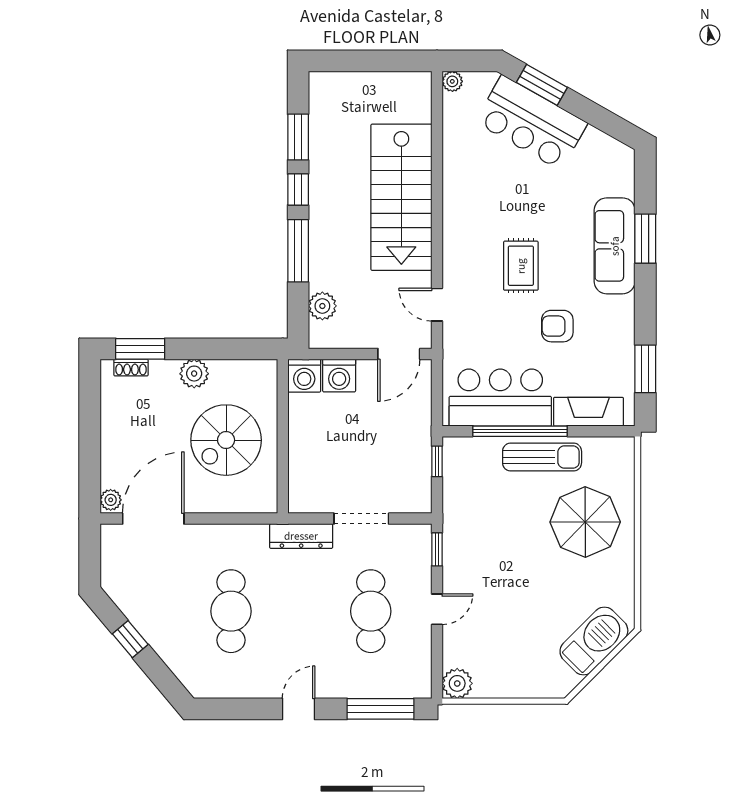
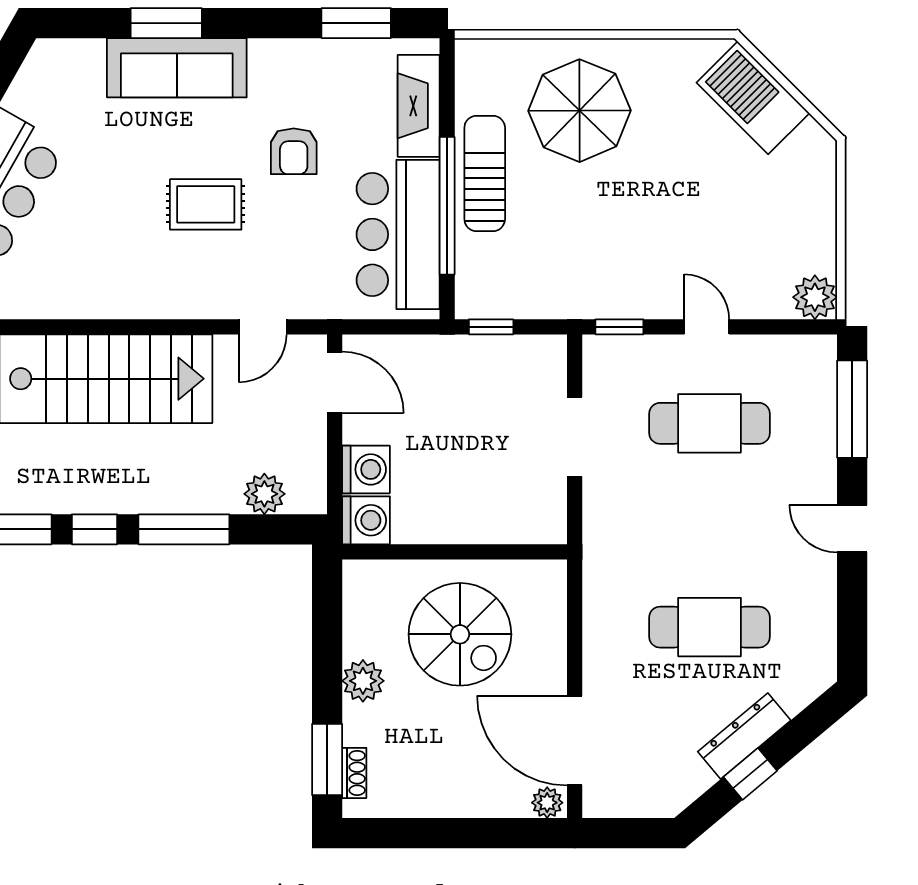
dresser: (301, 536) -> (744, 736), moved, turned -130

